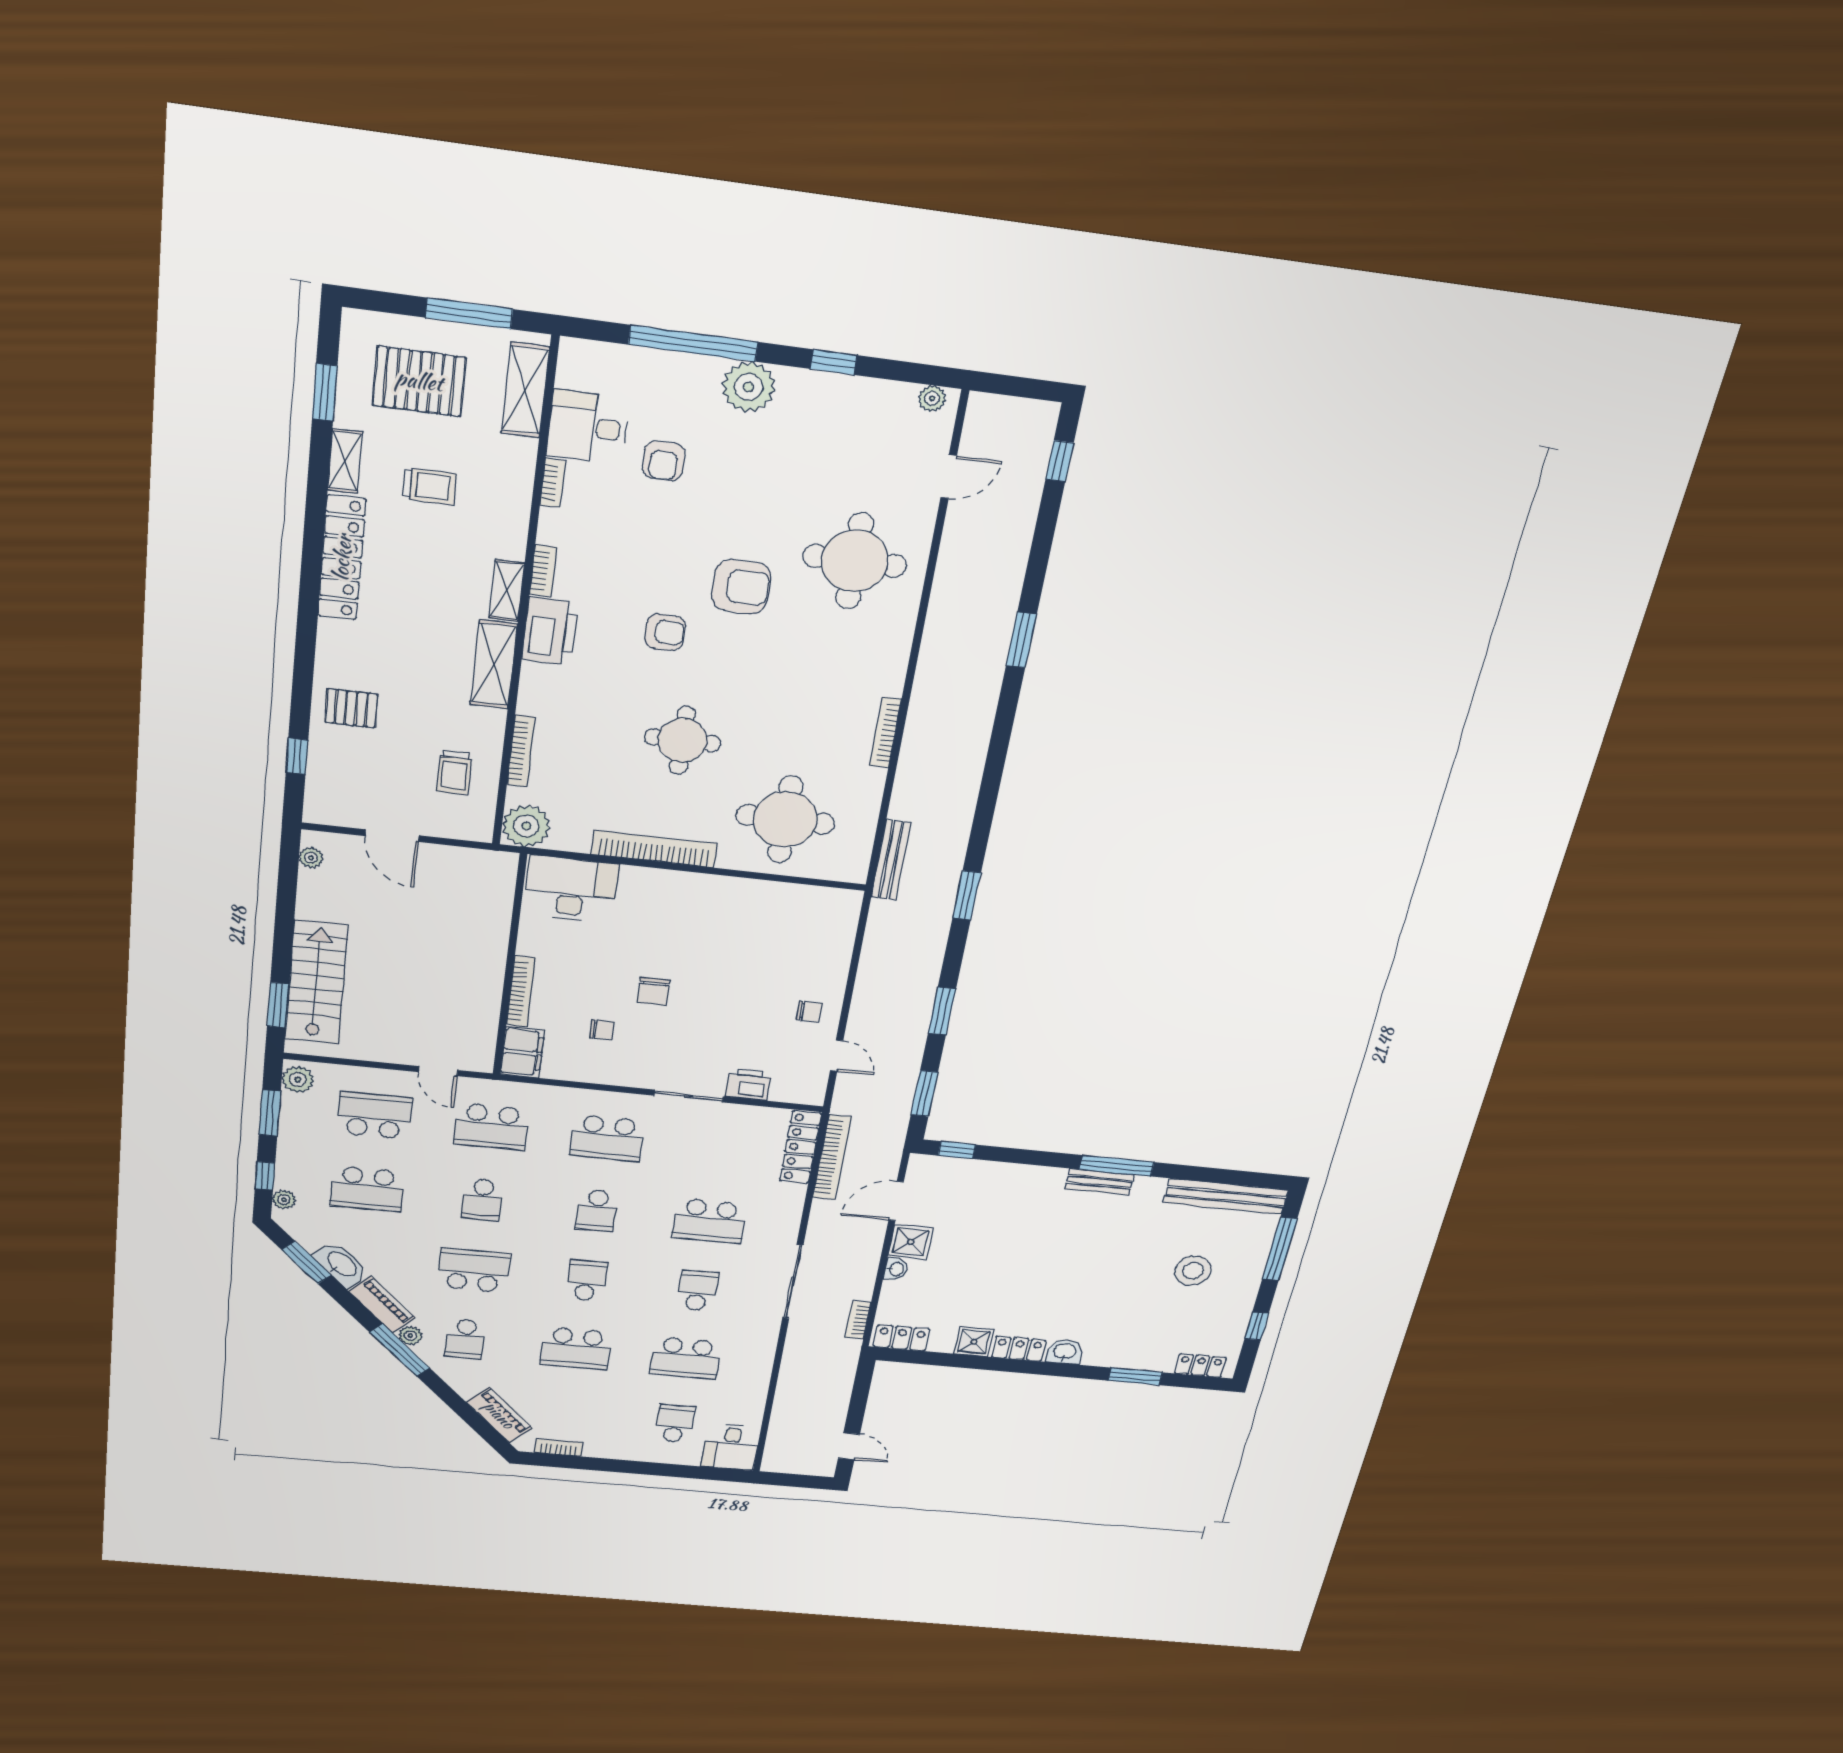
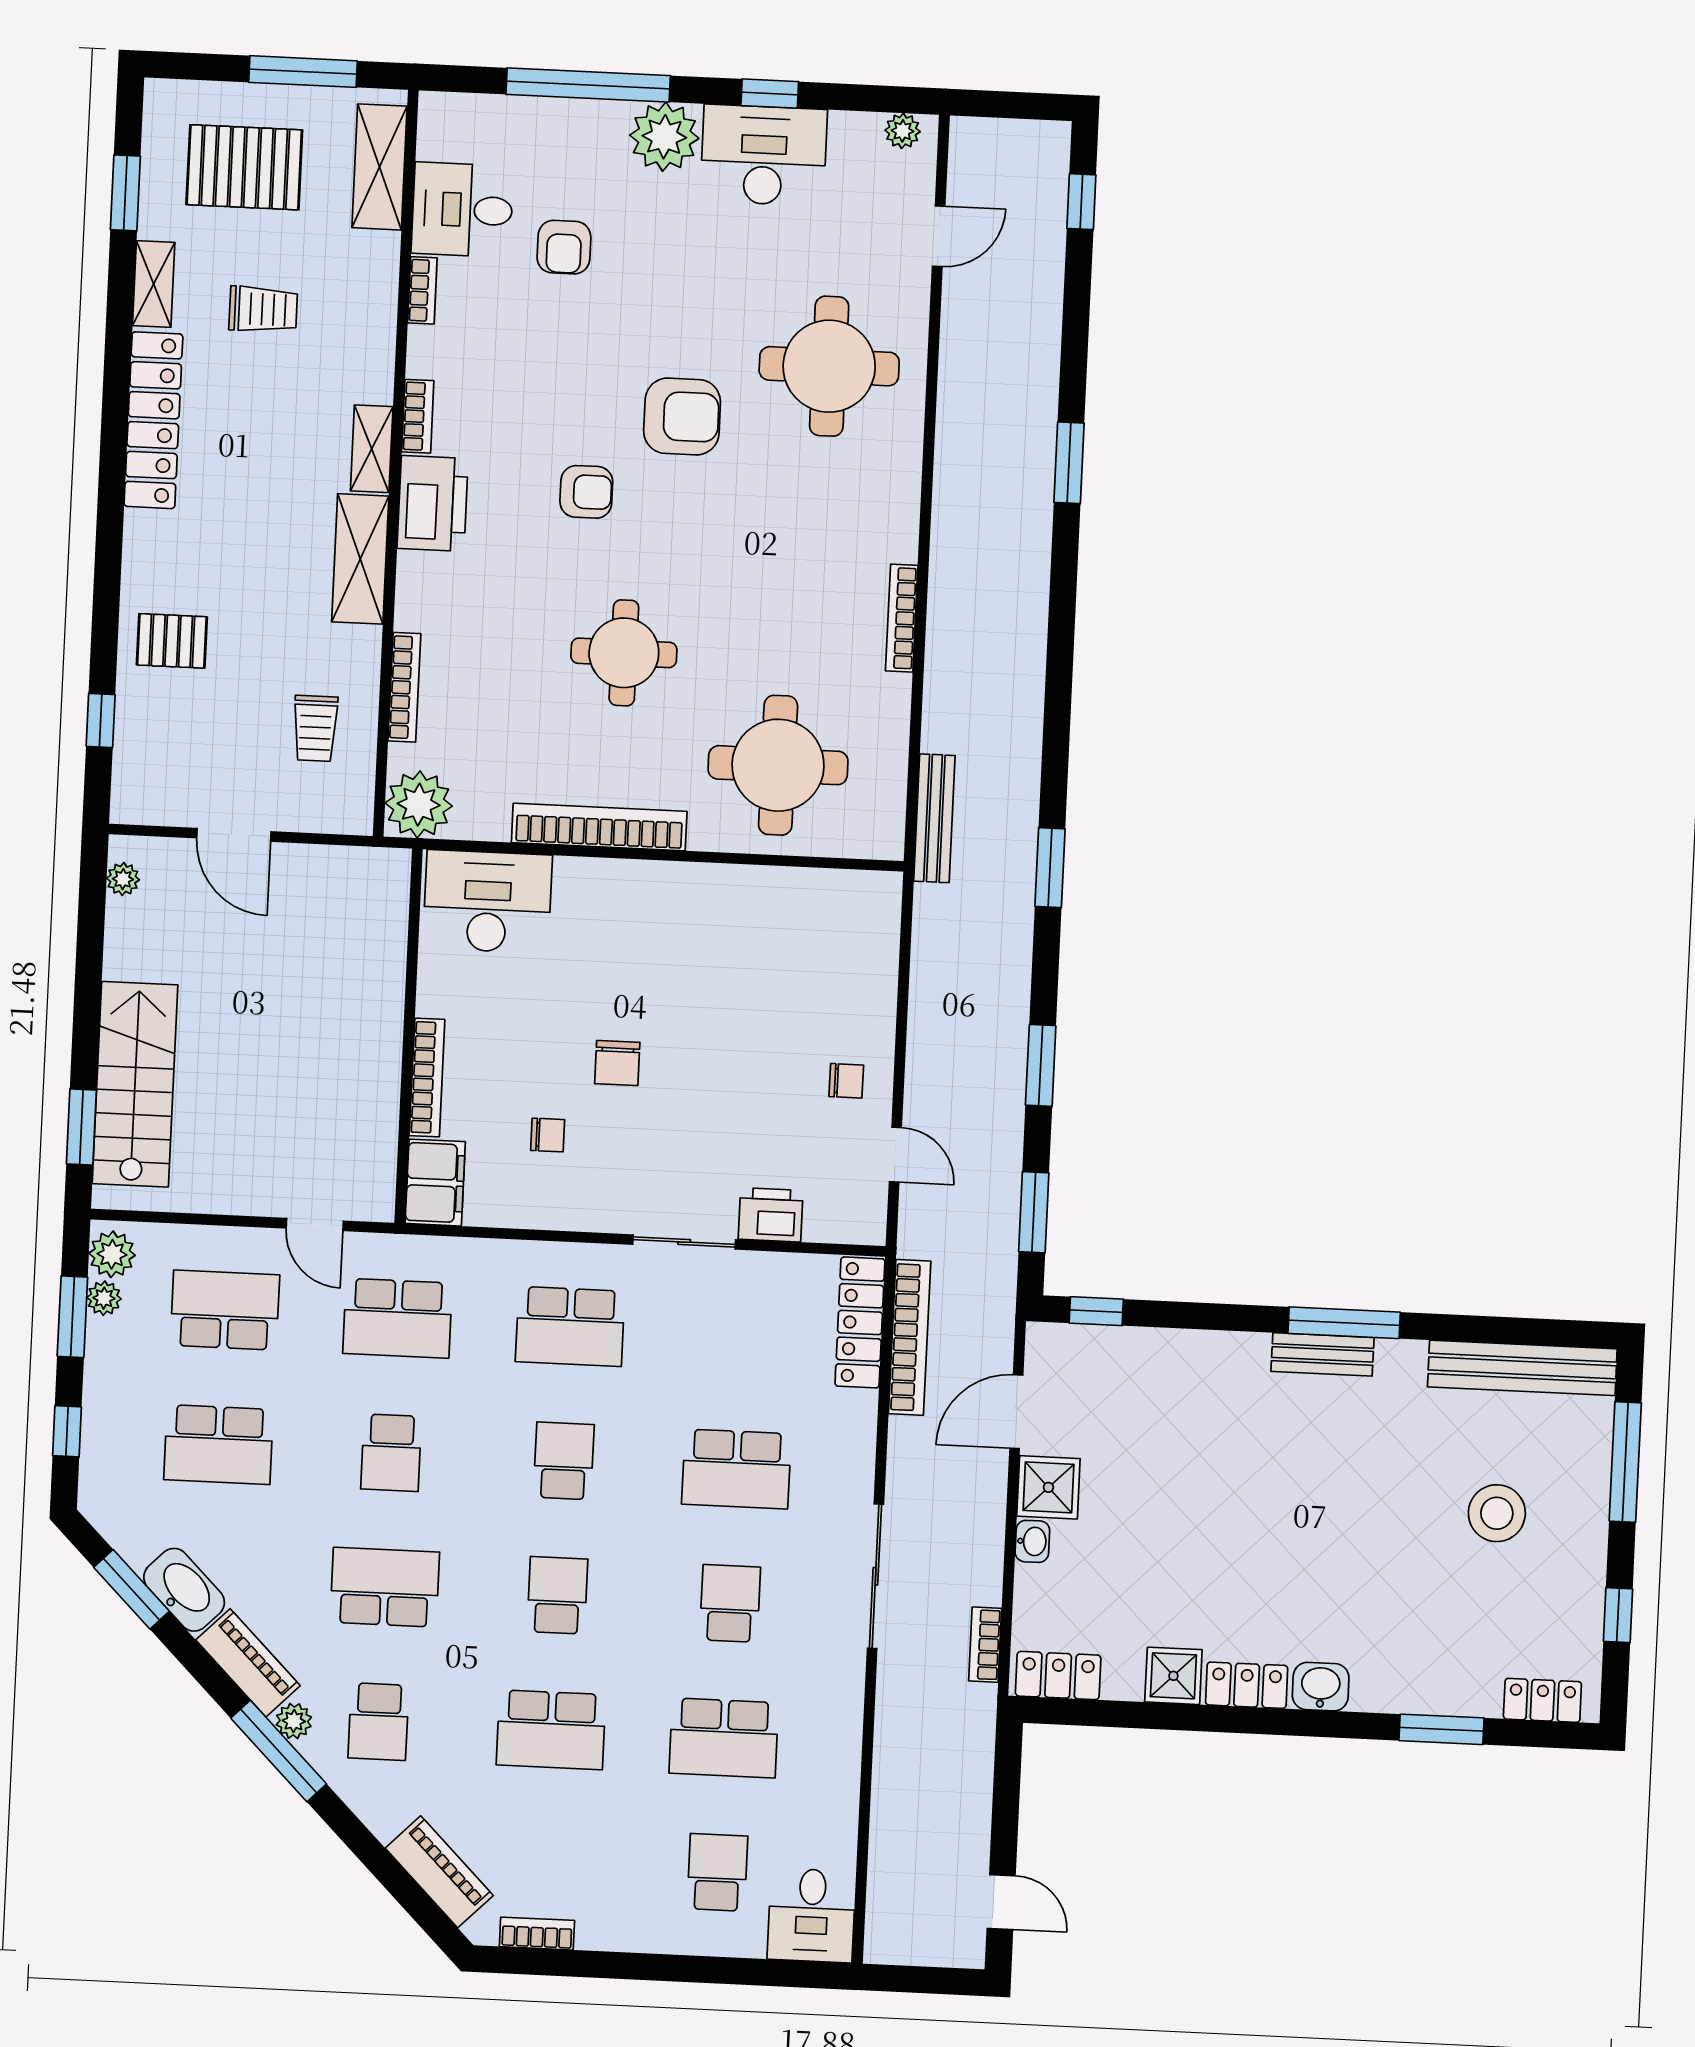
desk: (824, 407) -> (764, 155), added
plant: (284, 1200) -> (104, 1298), moved
school desk: (597, 1210) -> (564, 1461), turned 180

